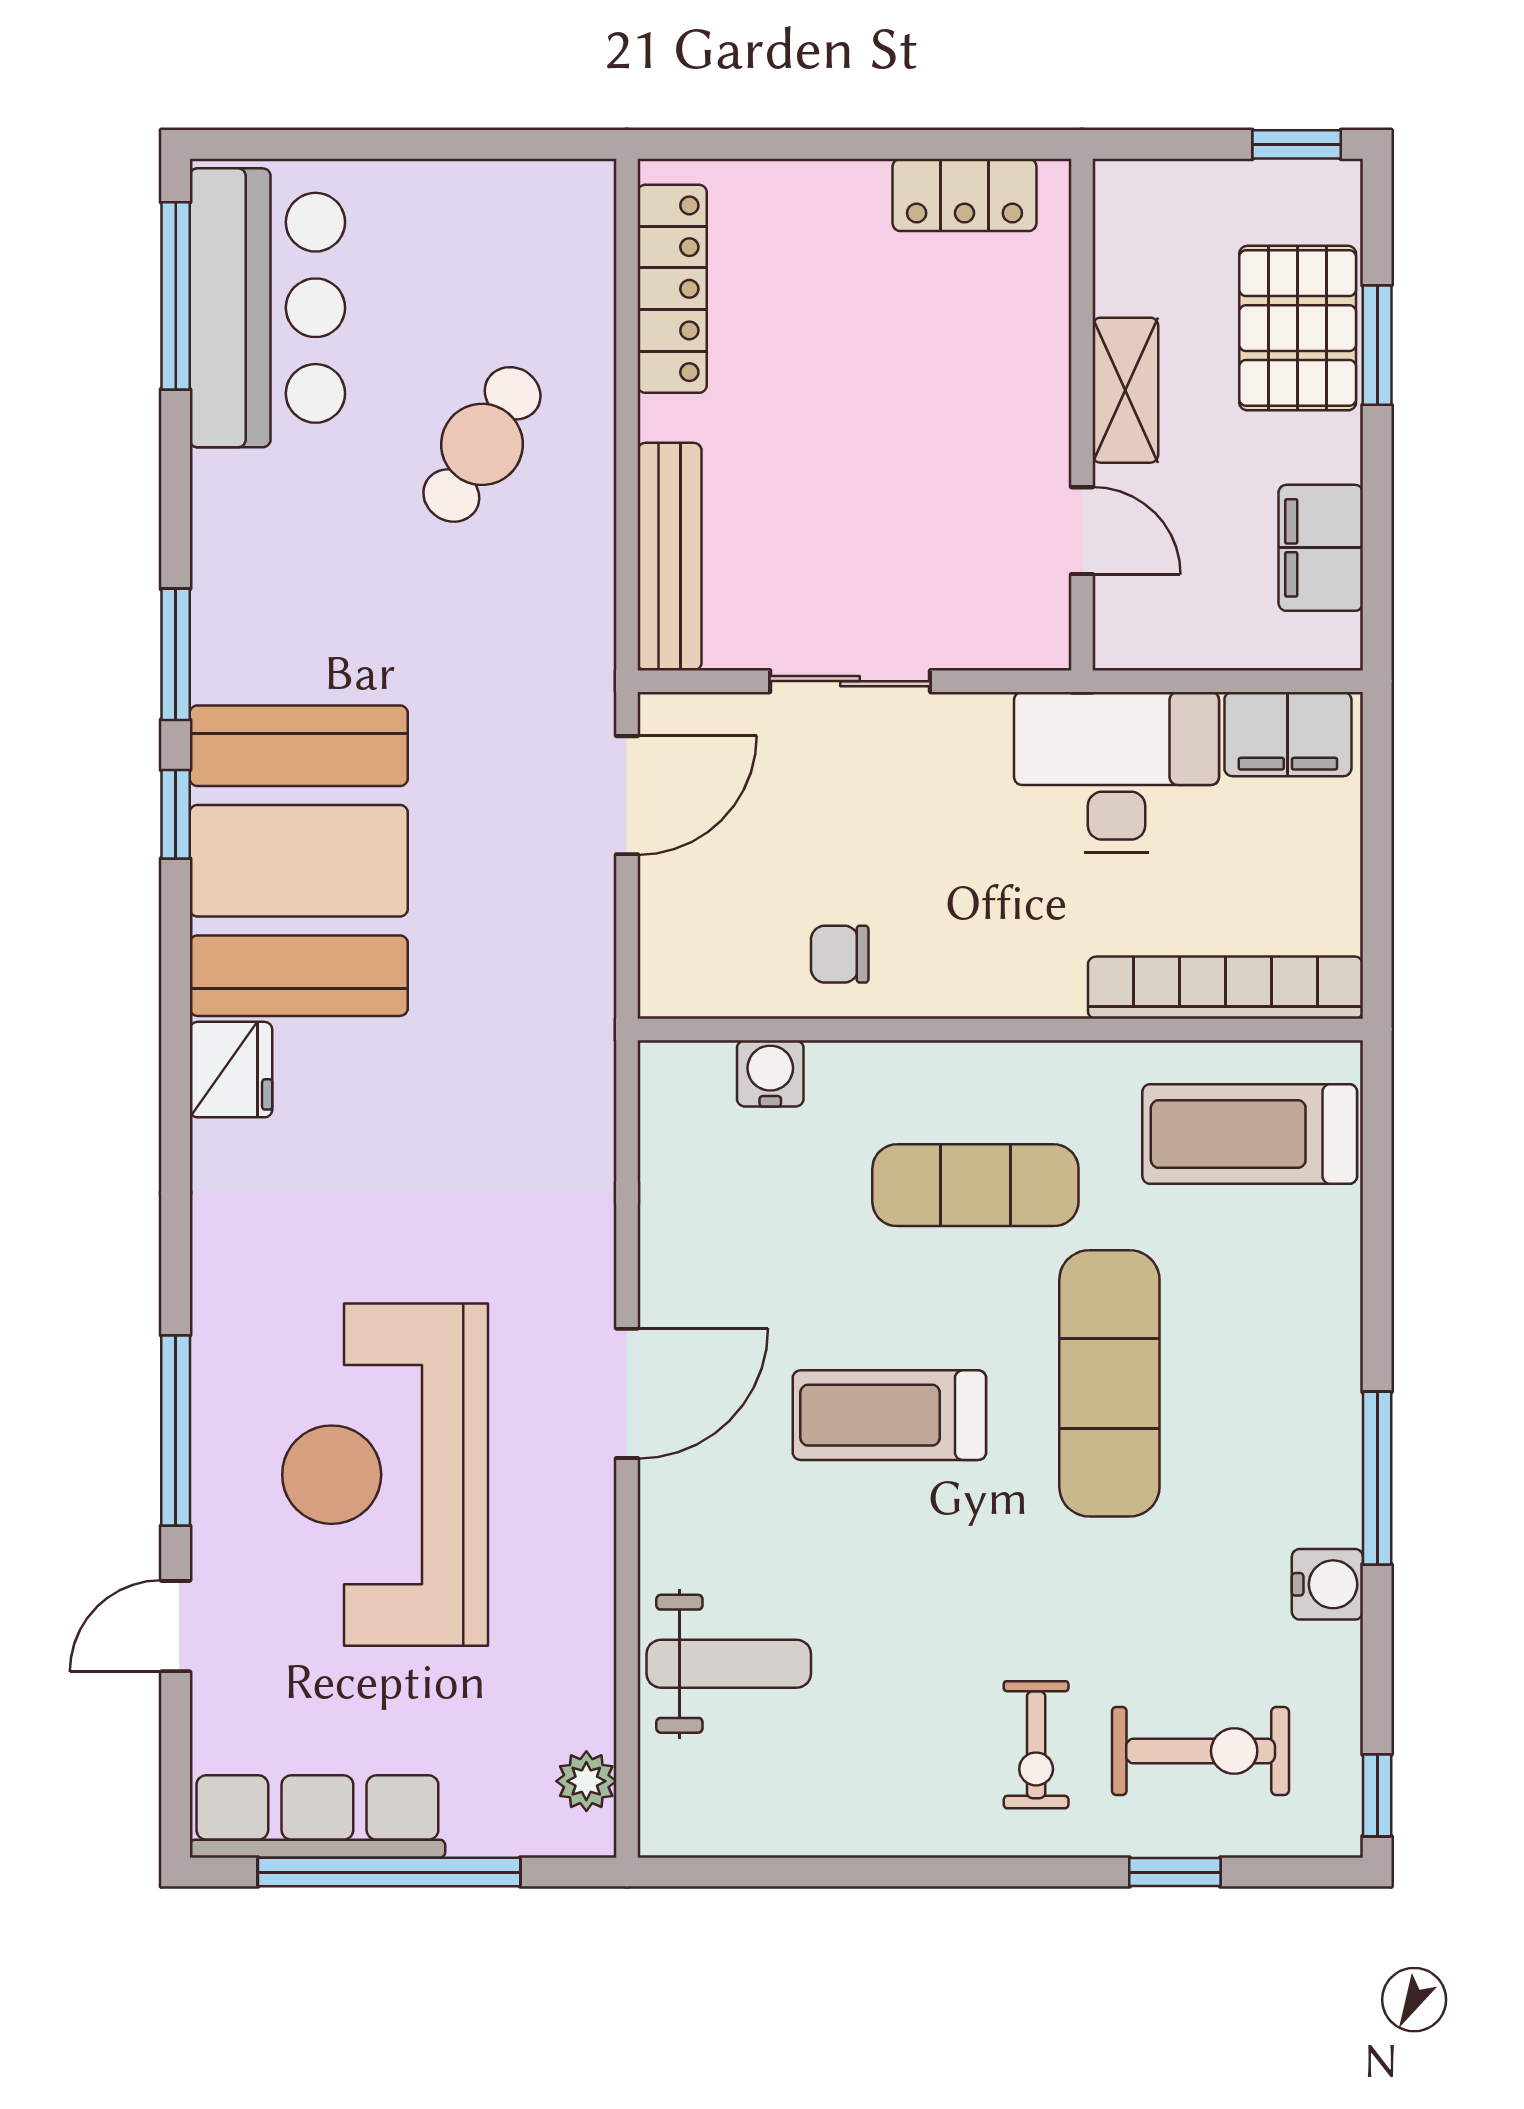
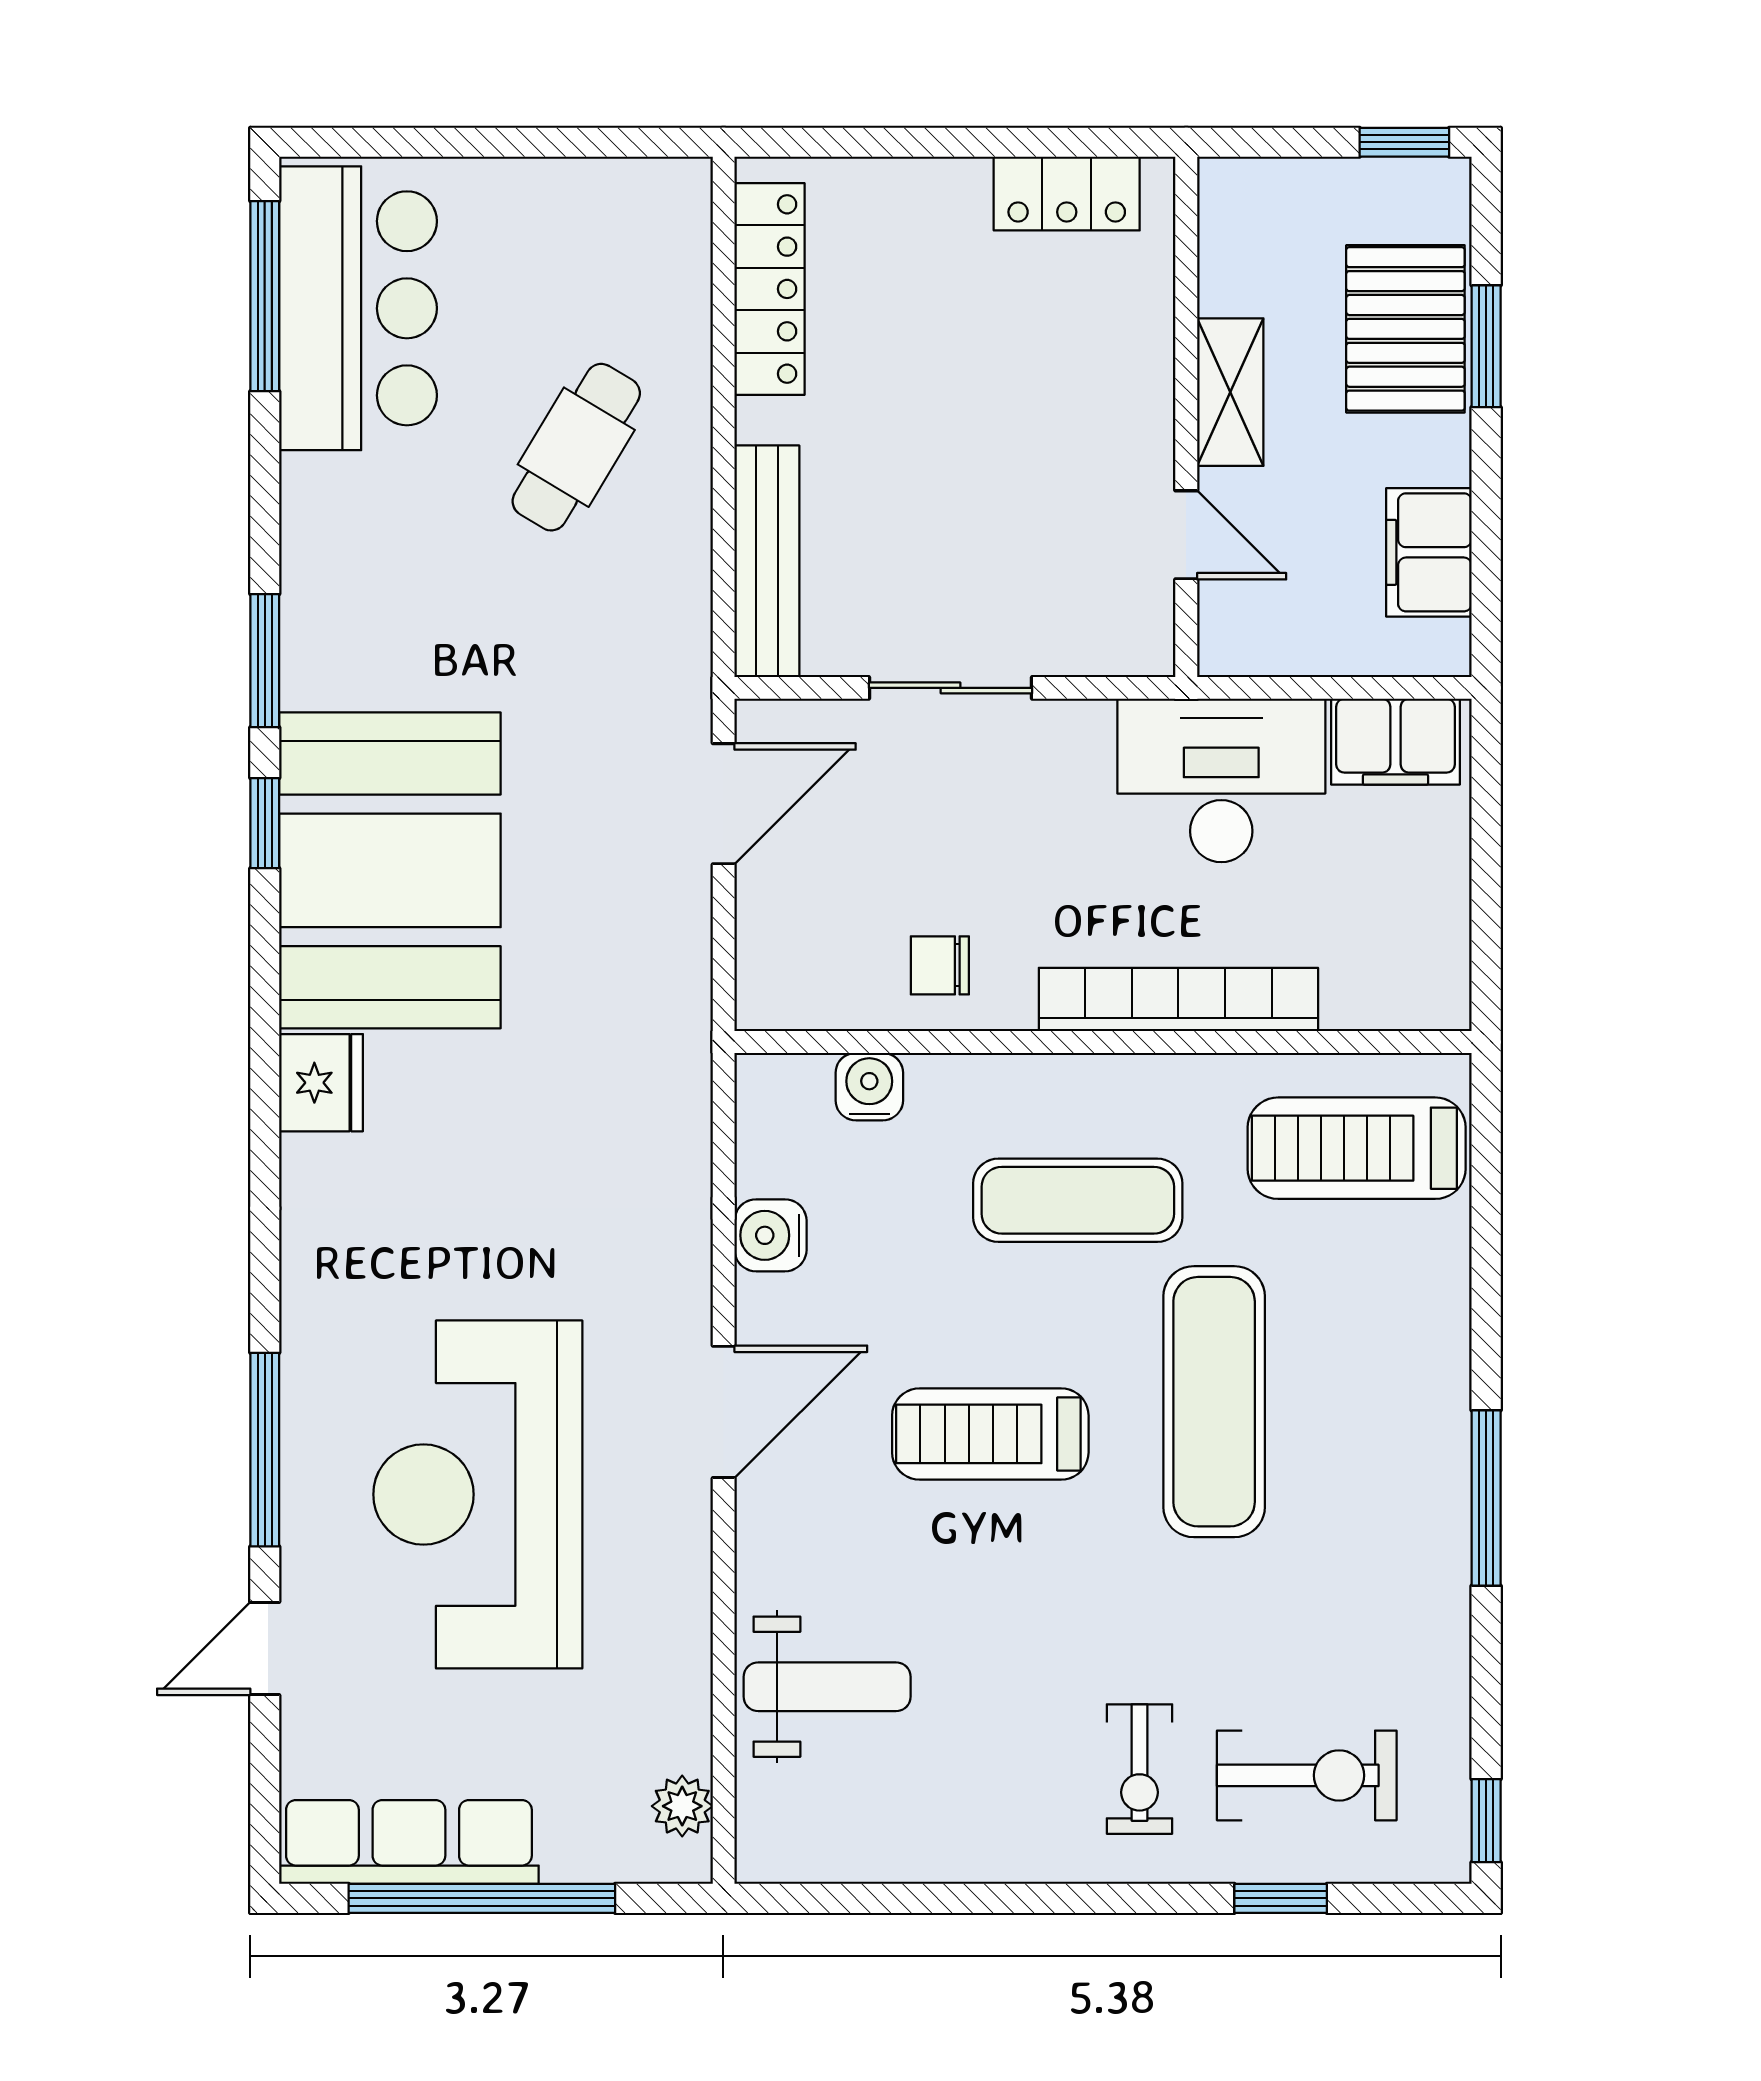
bookcase: (1225, 988) -> (1178, 999), moved
water cooler: (1327, 1584) -> (771, 1235), moved, turned 180

